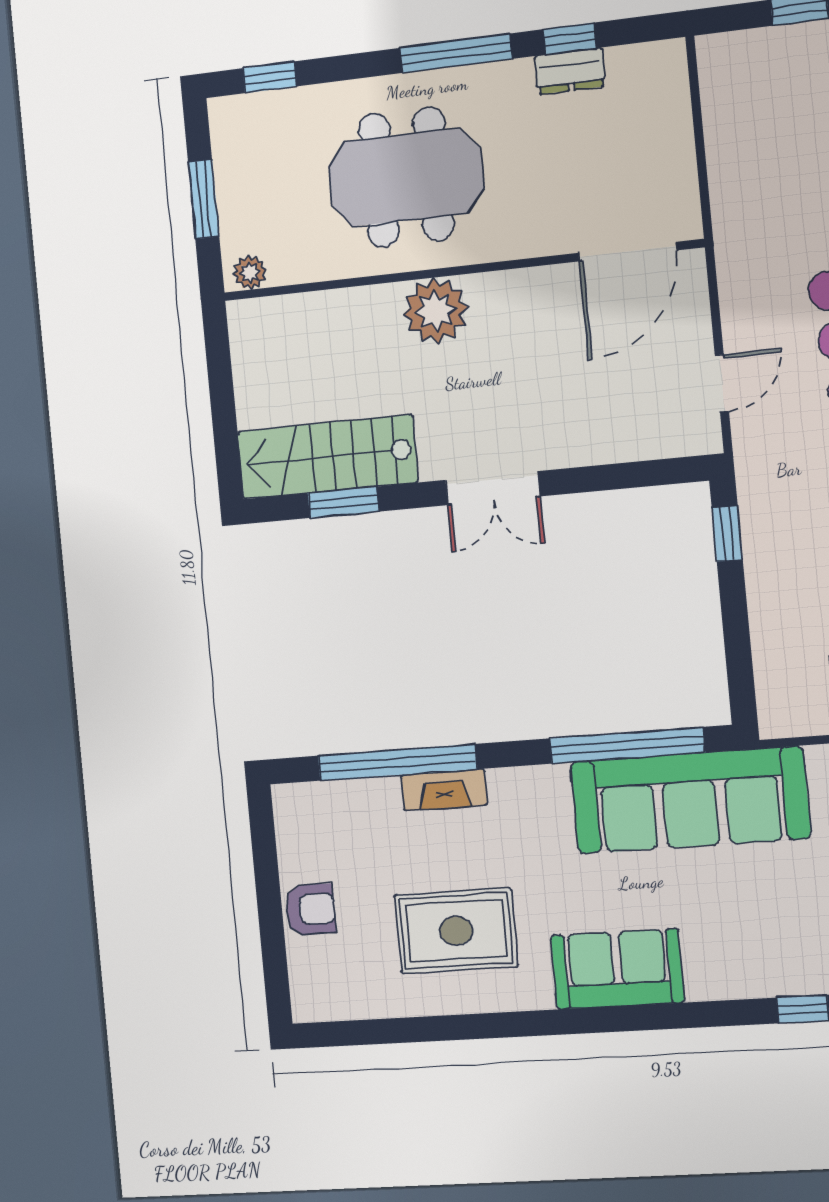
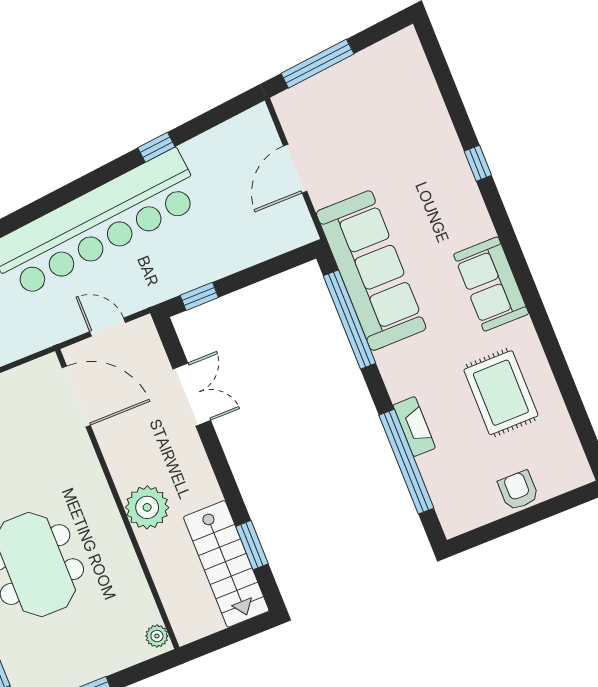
door: (627, 252) -> (76, 396), moved
wall: (460, 270) -> (117, 499), moved
plant: (250, 273) -> (157, 636), moved
plant: (436, 311) -> (147, 507), moved
double door: (493, 488) -> (192, 395), moved

